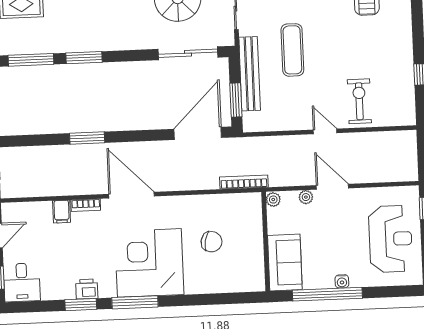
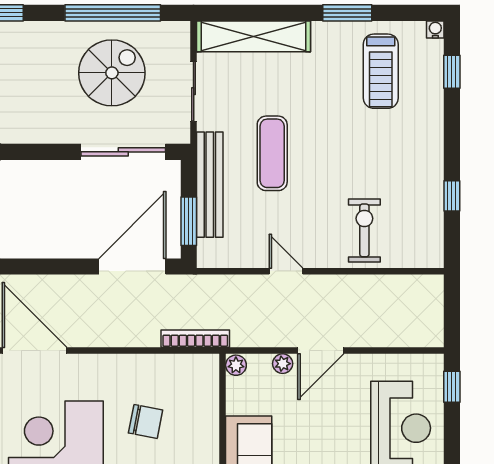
door: (325, 131) -> (286, 271), moved
door: (332, 187) -> (321, 351), swing flipped

